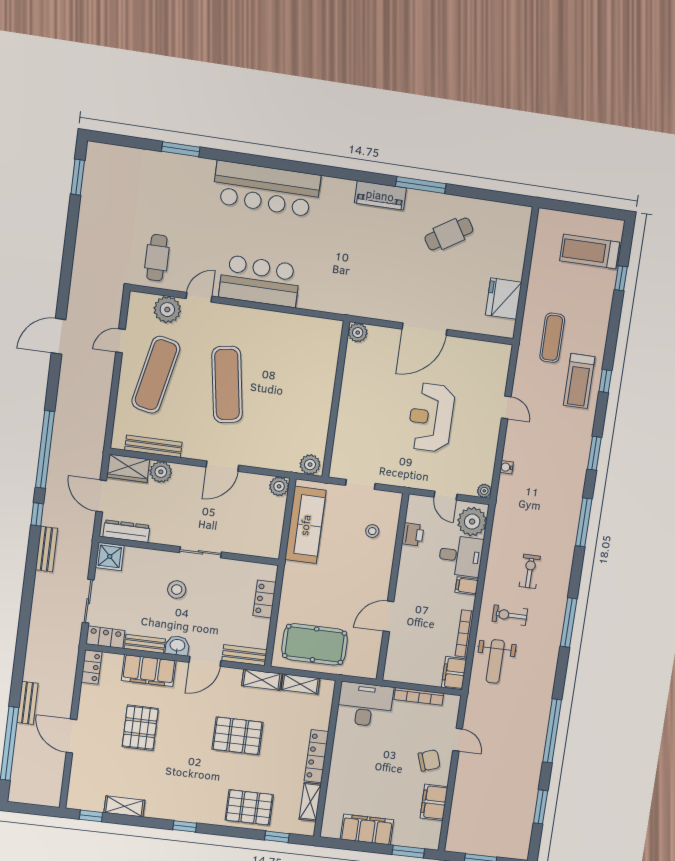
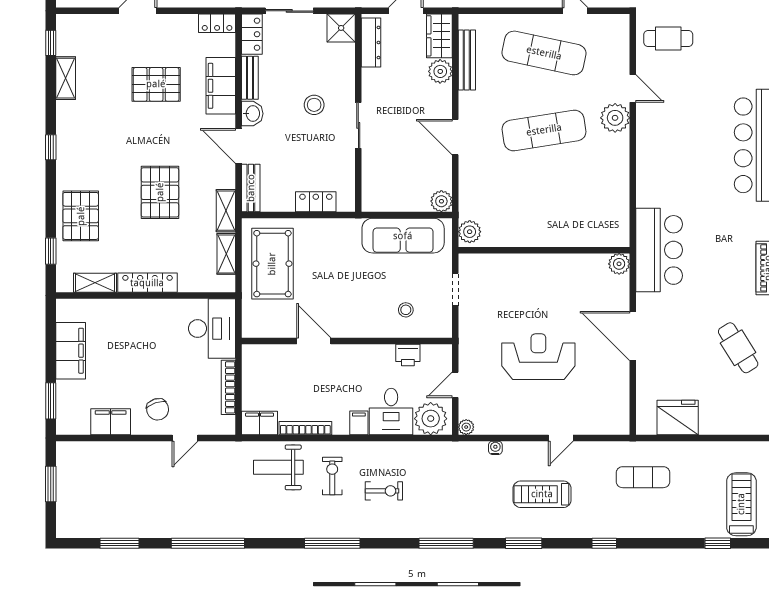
bar counter: (260, 281) -> (659, 250), moved
plant: (167, 310) -> (615, 118), moved
treadmill: (579, 381) -> (542, 494), moved

